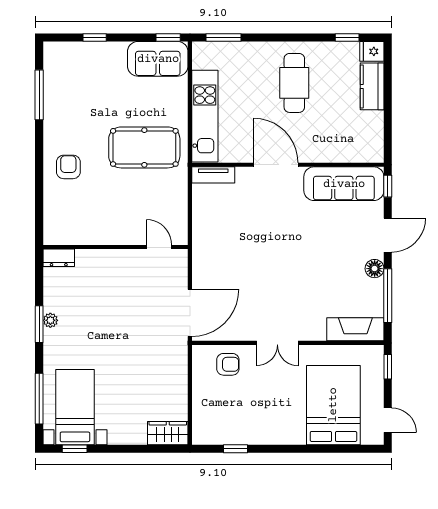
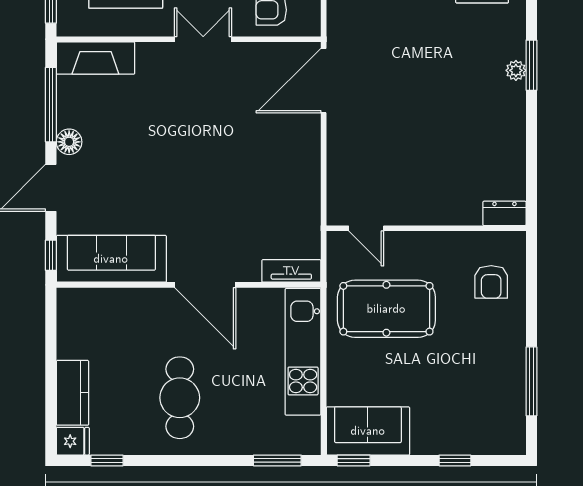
wall: (116, 247) -> (426, 228), moved
door: (159, 247) -> (366, 228), moved
dresser: (59, 258) -> (504, 213), moved

